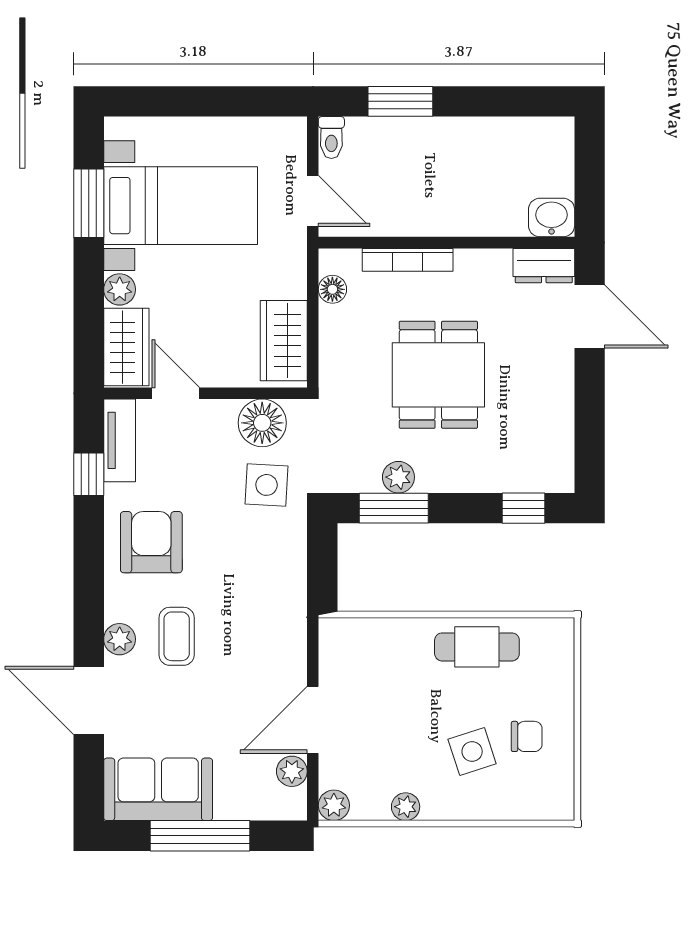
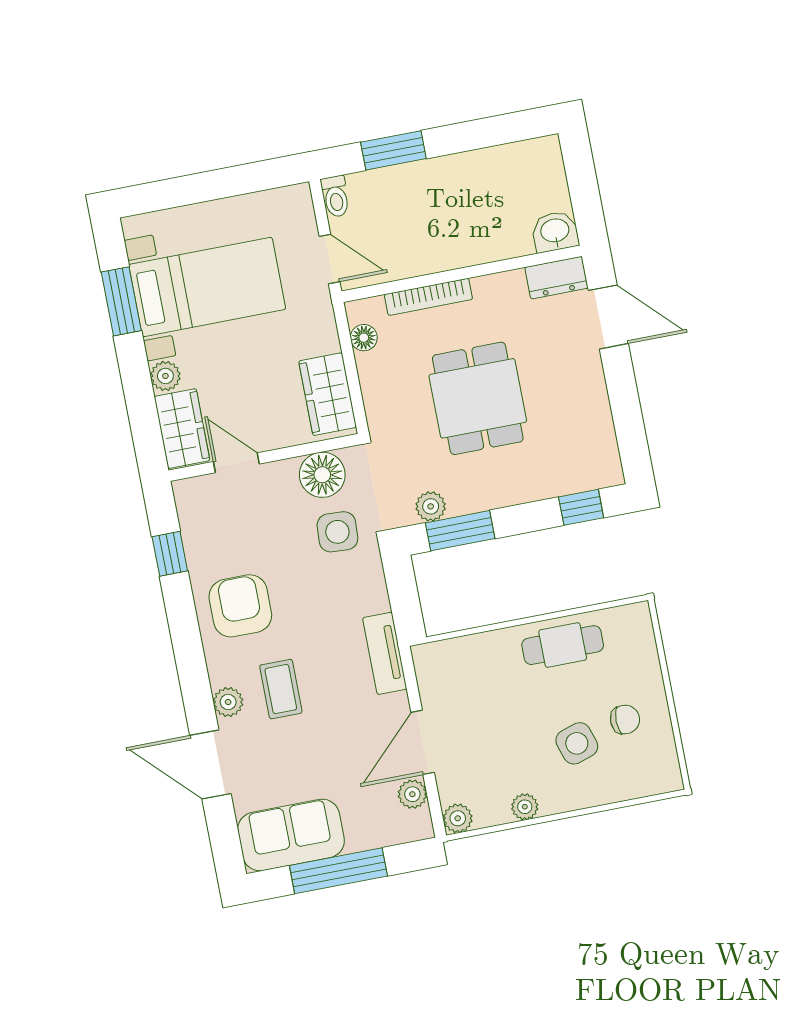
tv unit: (120, 440) -> (385, 653), moved, turned 180
plant: (398, 477) -> (431, 506), moved

